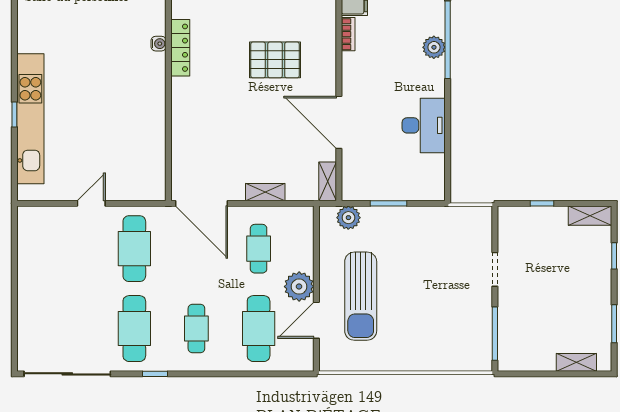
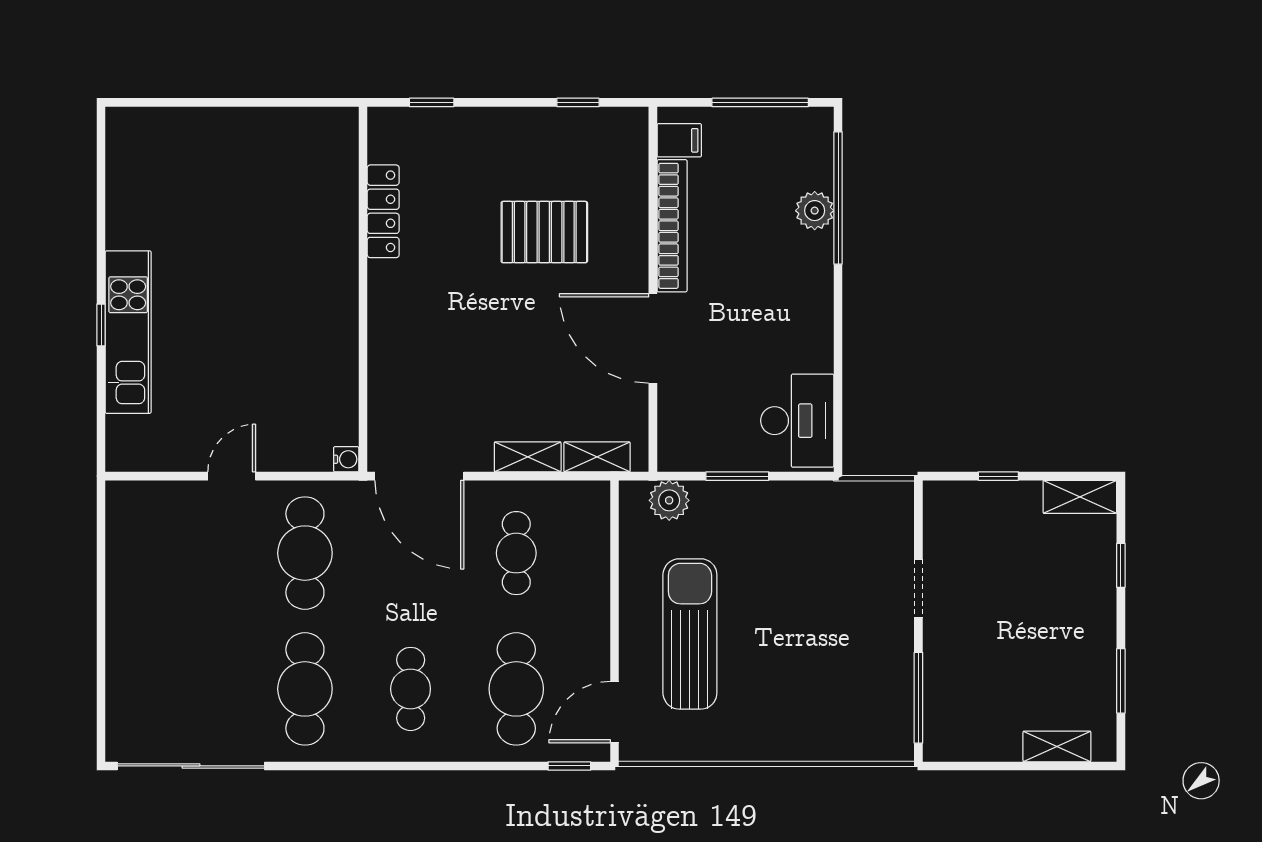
bookcase: (348, 34) -> (672, 226), width x2.31, depth x1.31
water cooler: (159, 44) -> (346, 459), moved
kitchen unit: (30, 119) -> (128, 332), width x0.73
desk: (424, 125) -> (797, 421), moved
shelving: (328, 181) -> (597, 457), moved, turned 90
plant: (299, 287) -> (585, 618), removed
sun lounger: (361, 296) -> (690, 634), turned 180
door: (316, 320) -> (614, 712), moved
window: (155, 374) -> (569, 766), moved

